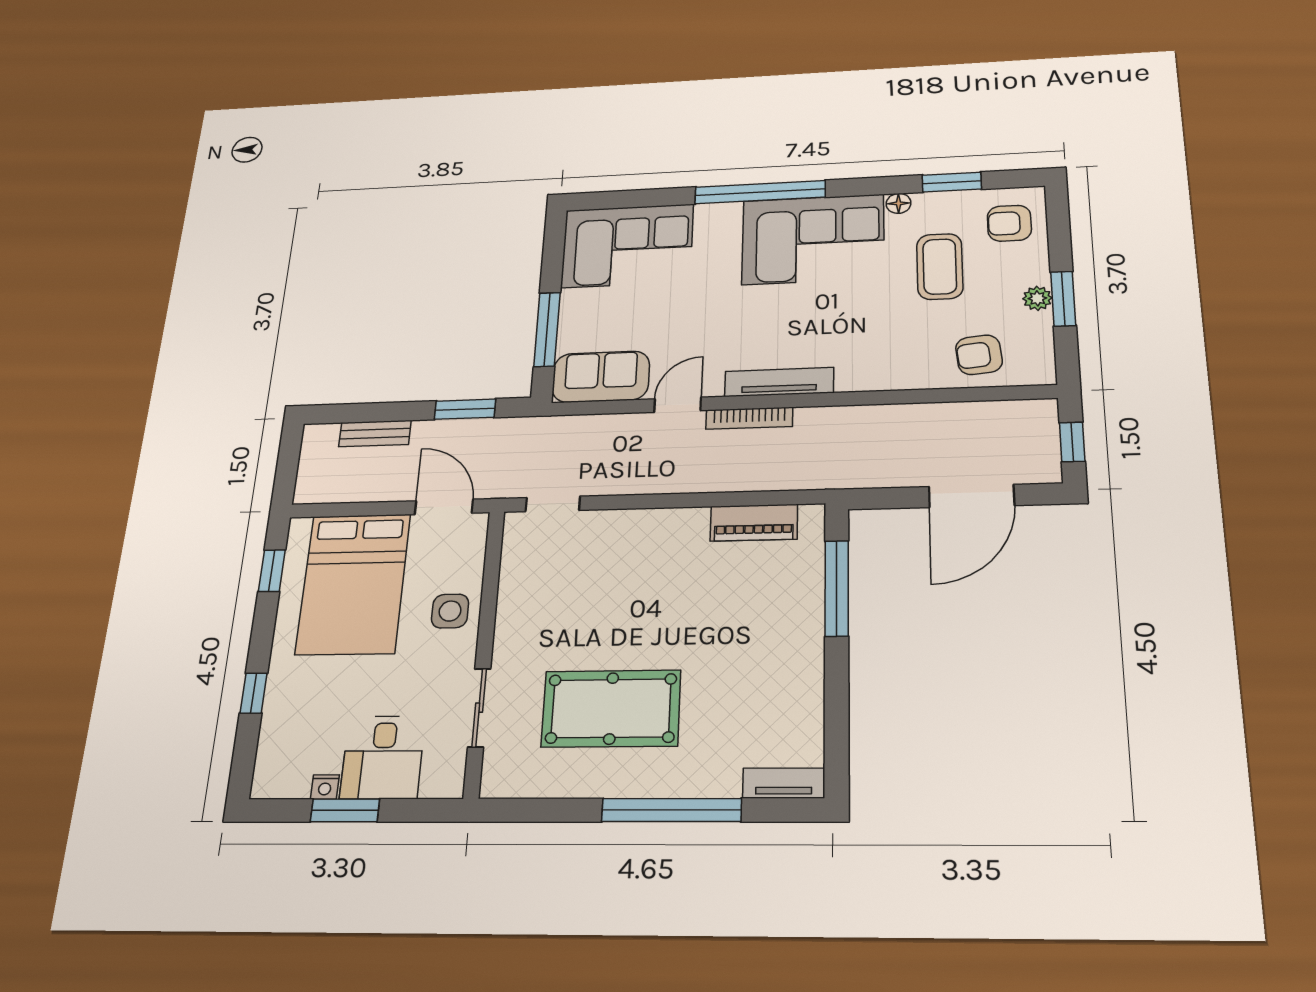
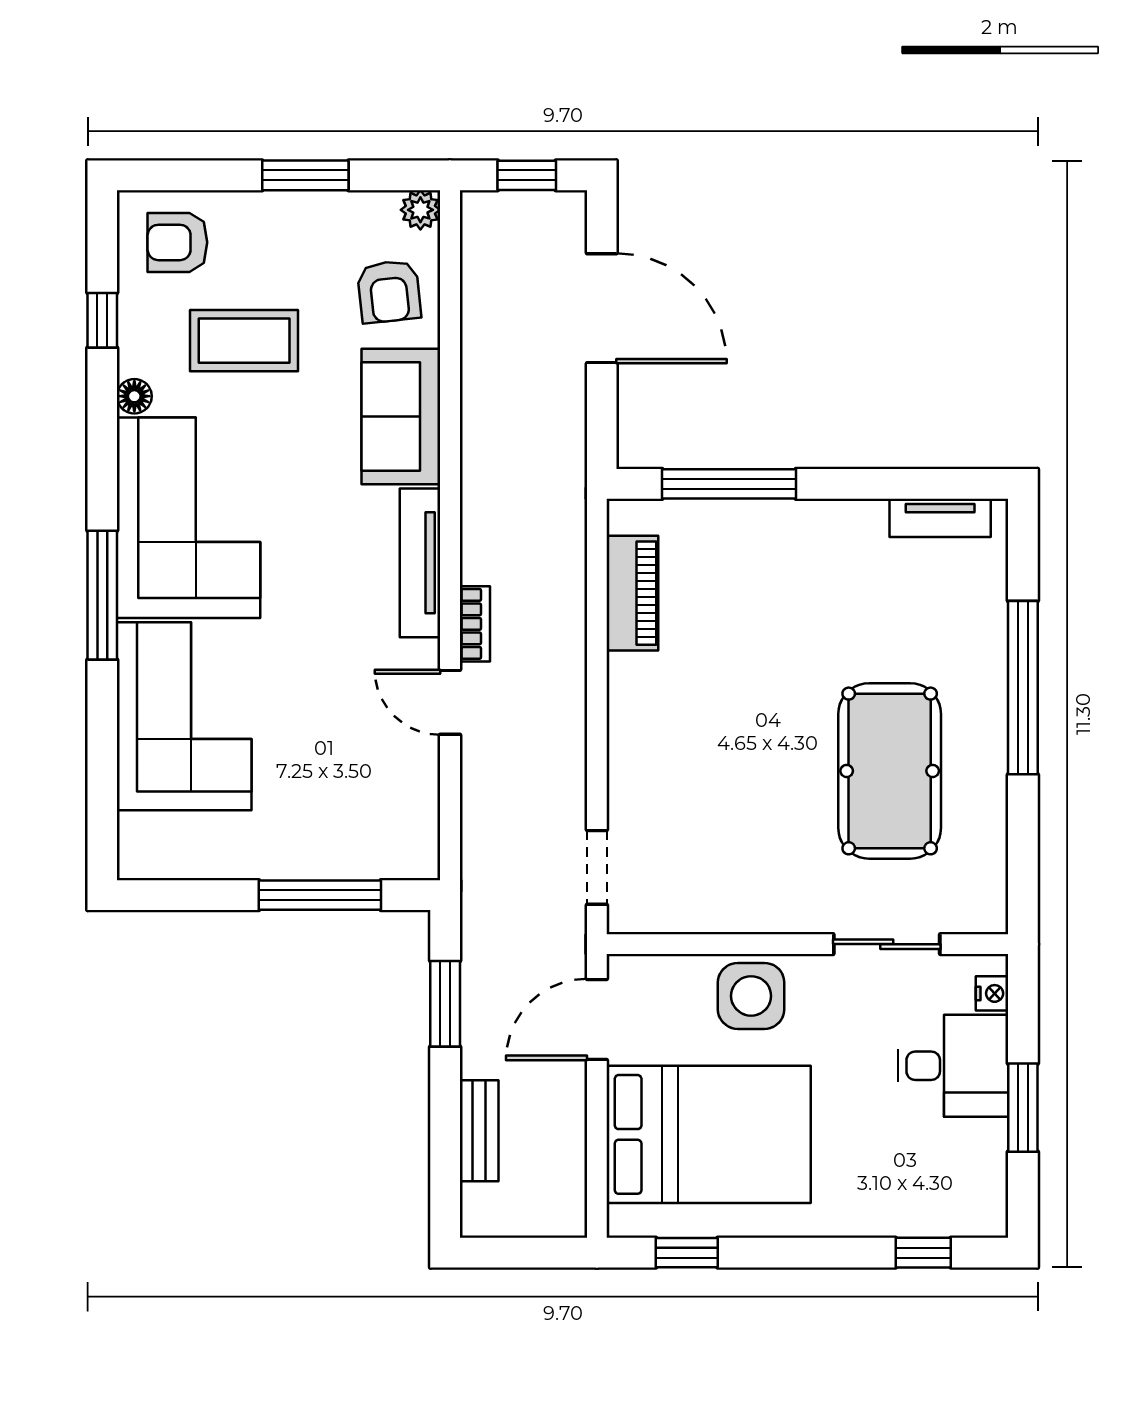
window: (952, 182) -> (102, 320), width x0.67
window: (760, 192) -> (102, 595), width x0.68
armchair: (1009, 223) -> (177, 242), turned 90
corner sofa: (627, 246) -> (184, 716), moved
plant: (1037, 298) -> (420, 210), moved
sofa: (601, 377) -> (401, 417), moved
bookcase: (749, 418) -> (475, 624), width x0.64
side table: (450, 611) -> (751, 996), width x1.37, depth x1.37
window: (254, 693) -> (923, 1253), moved
tv unit: (784, 783) -> (940, 518), moved, turned -90
nightstand: (325, 787) -> (992, 993), moved

